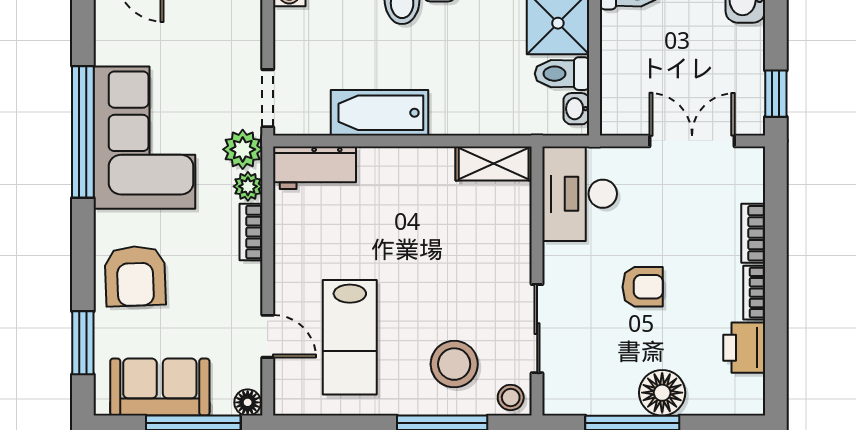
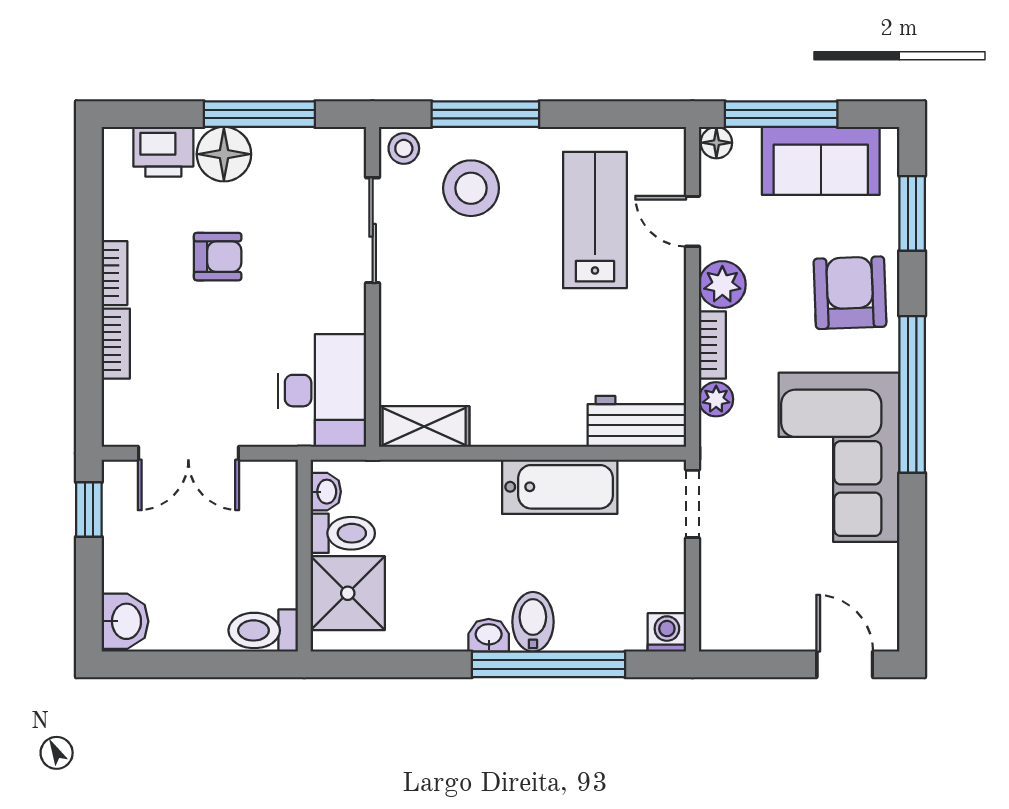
window: (83, 132) -> (912, 394), moved
plant: (243, 149) -> (722, 285), moved
armchair: (643, 287) -> (218, 257), moved, turned 180
printer: (744, 348) -> (163, 152), moved, turned 90

